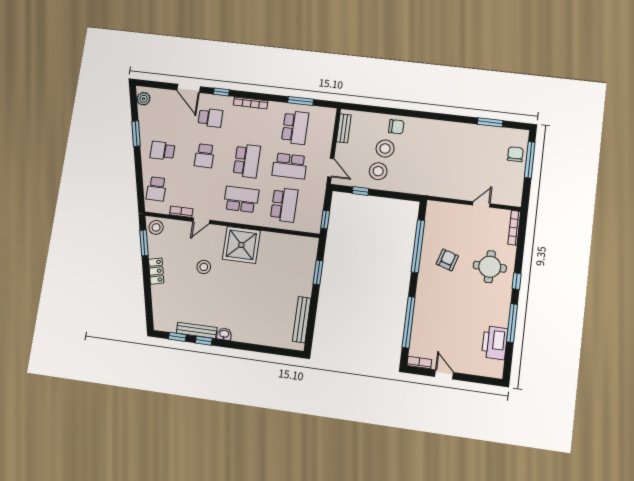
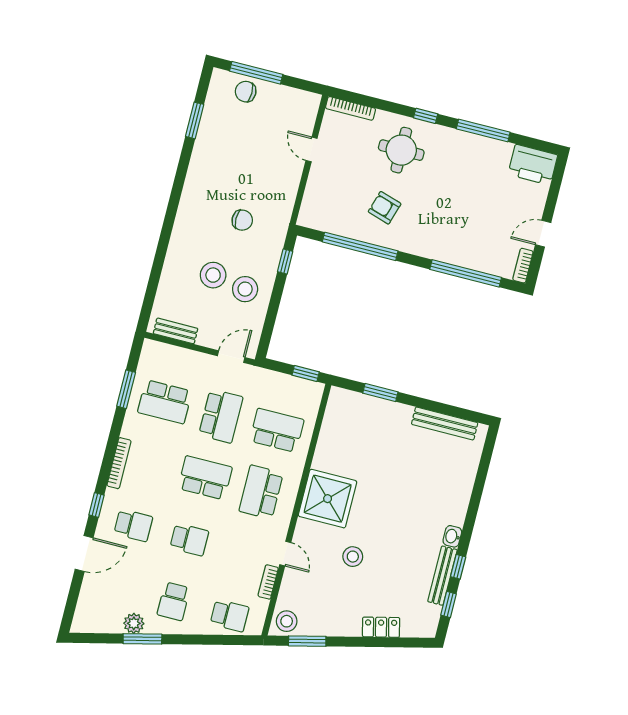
plant: (144, 99) -> (134, 623), moved
school desk: (210, 118) -> (133, 525), turned 90
chair: (396, 127) -> (242, 220), moved, turned 90
school desk: (295, 128) -> (165, 402), turned 180
window: (361, 191) -> (285, 261), moved
locker: (156, 271) -> (381, 627), moved
printer: (495, 343) -> (533, 165), moved

